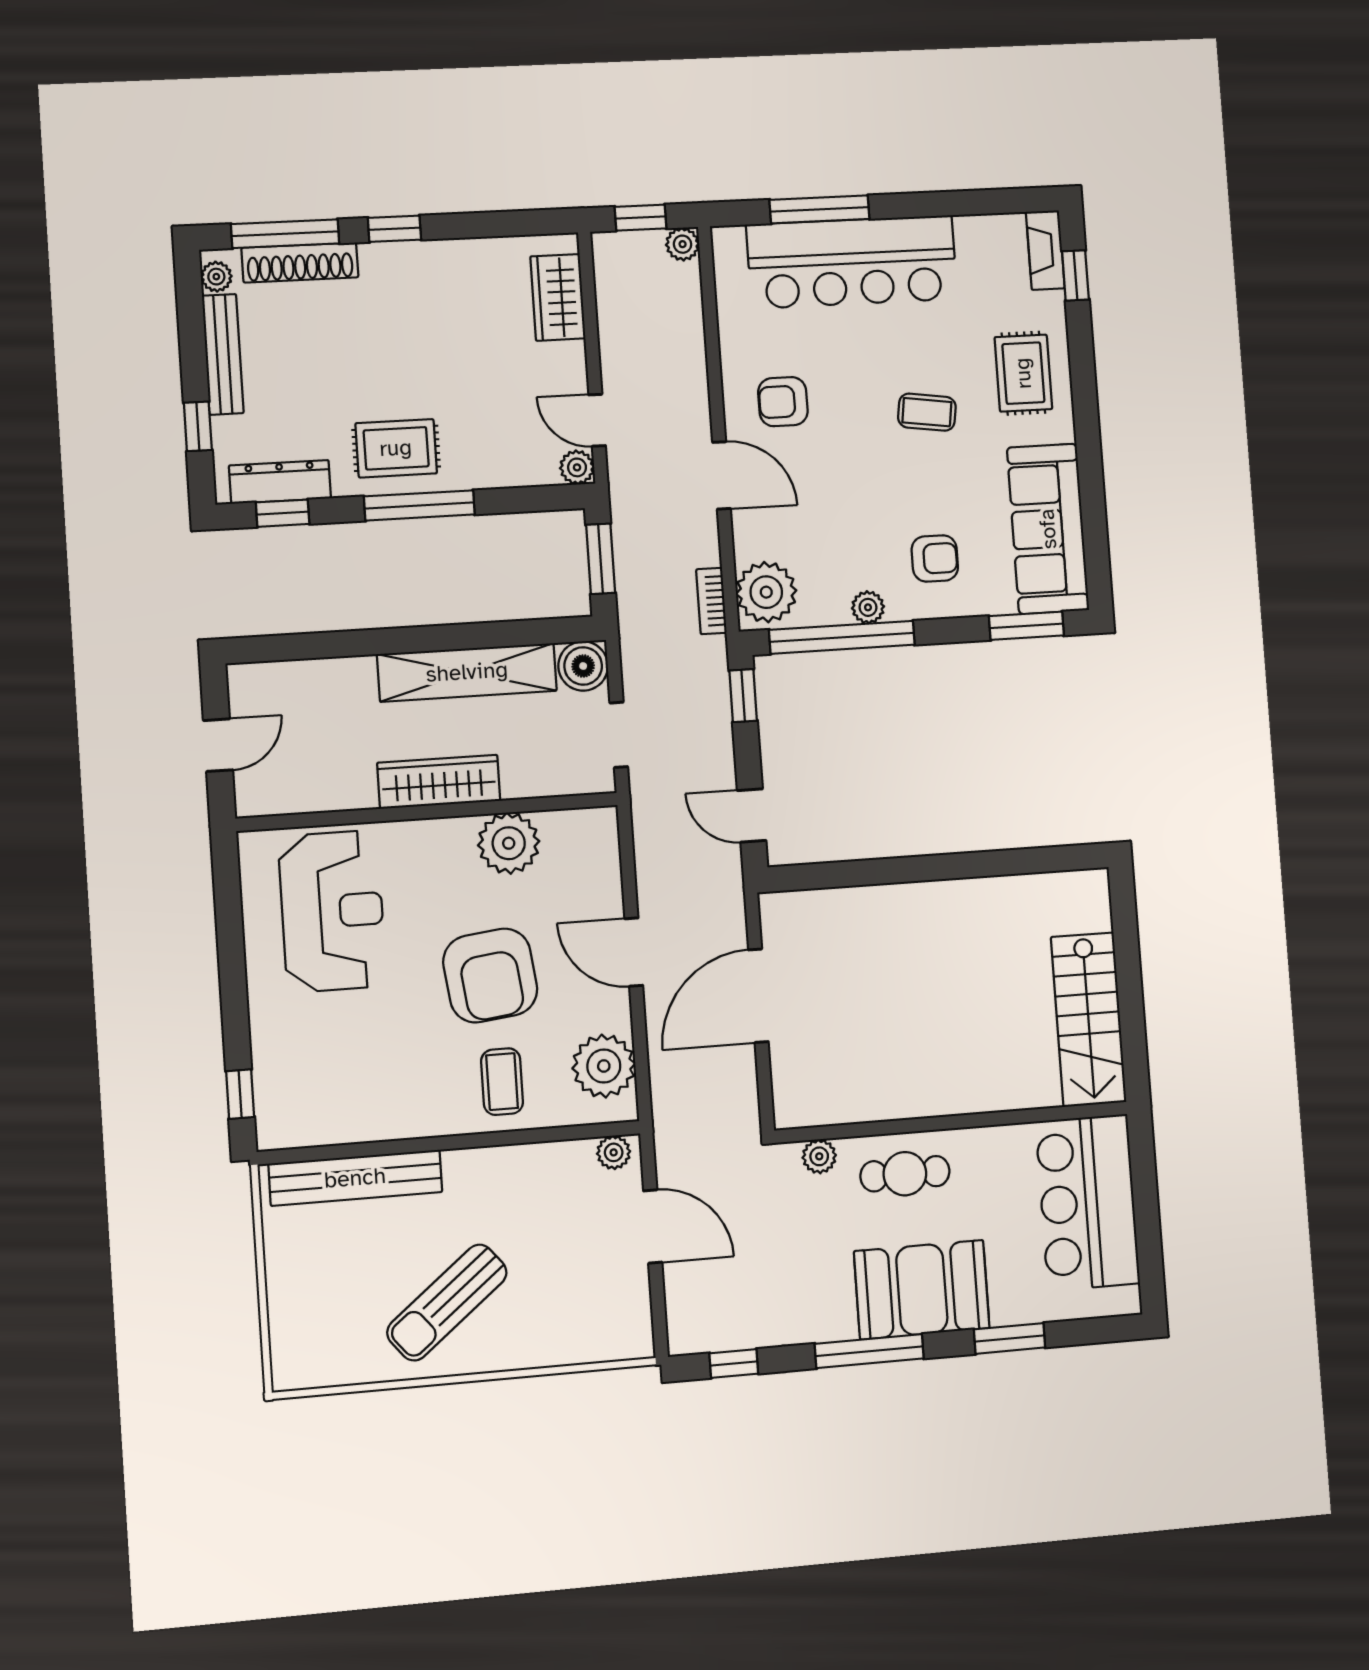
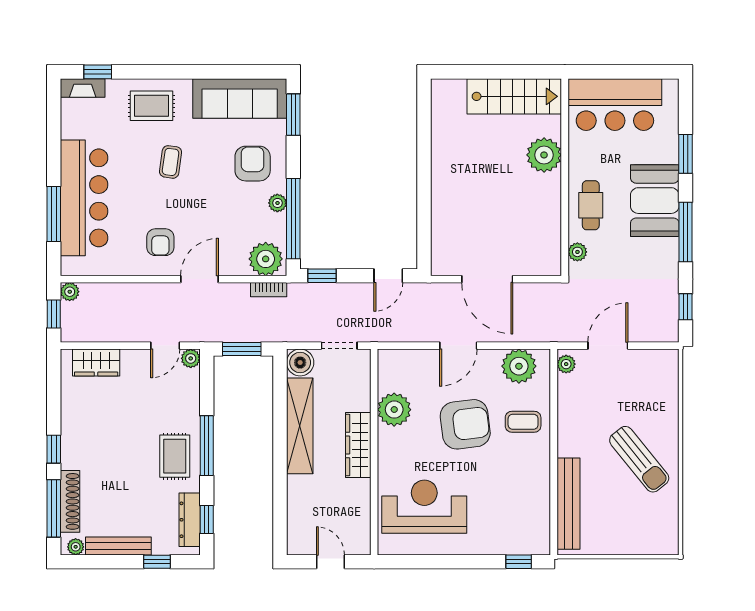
armchair: (935, 558) -> (253, 164), width x1.38, depth x1.38
plant: (989, 1081) -> (544, 155), added

